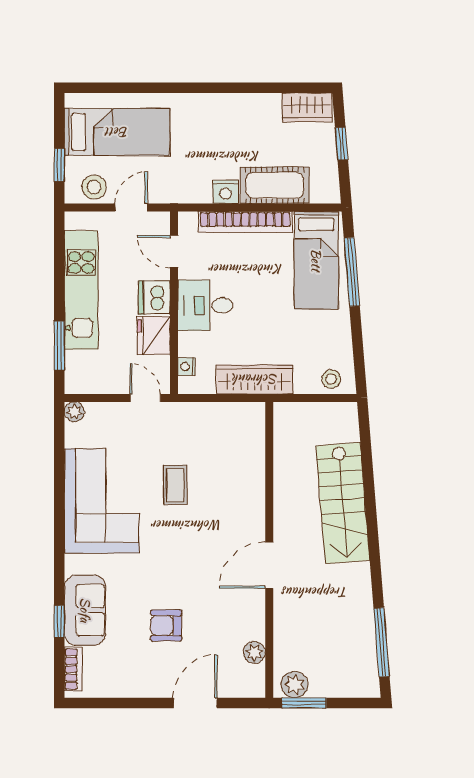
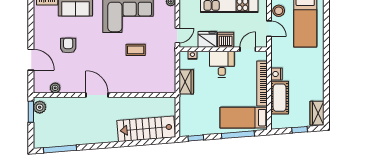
window: (359, 359) -> (196, 138), added
wardrobe: (255, 379) -> (186, 82), width x0.67
stool: (331, 379) -> (186, 125), removed
stairs: (343, 503) -> (146, 129), moved

